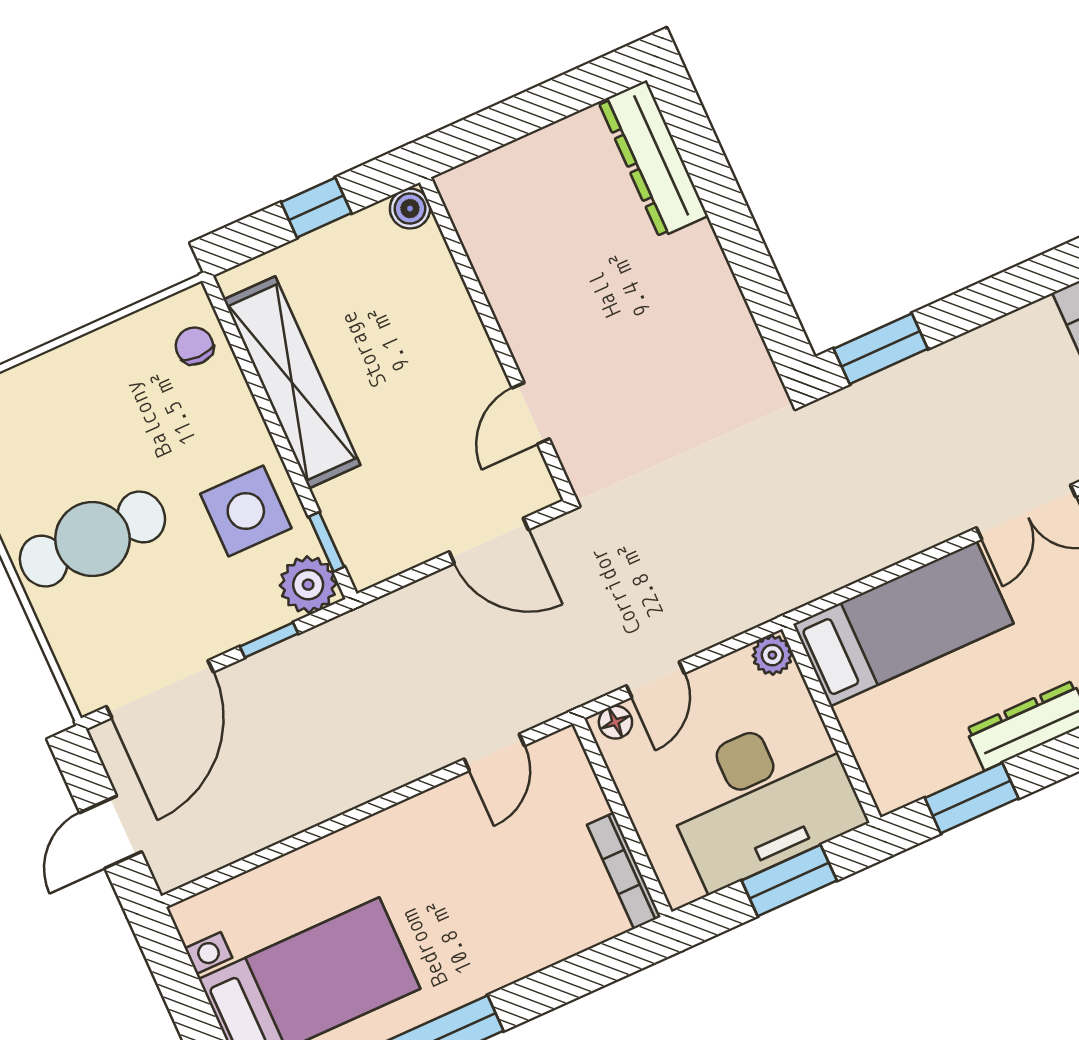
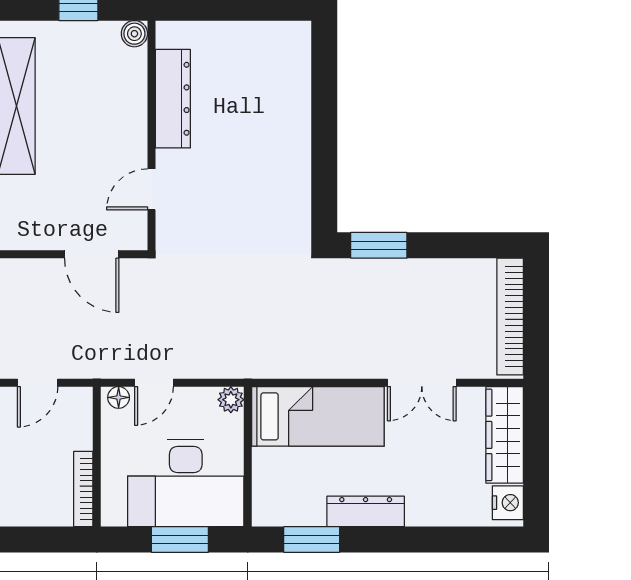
dresser: (653, 159) -> (173, 99), moved, turned 180

